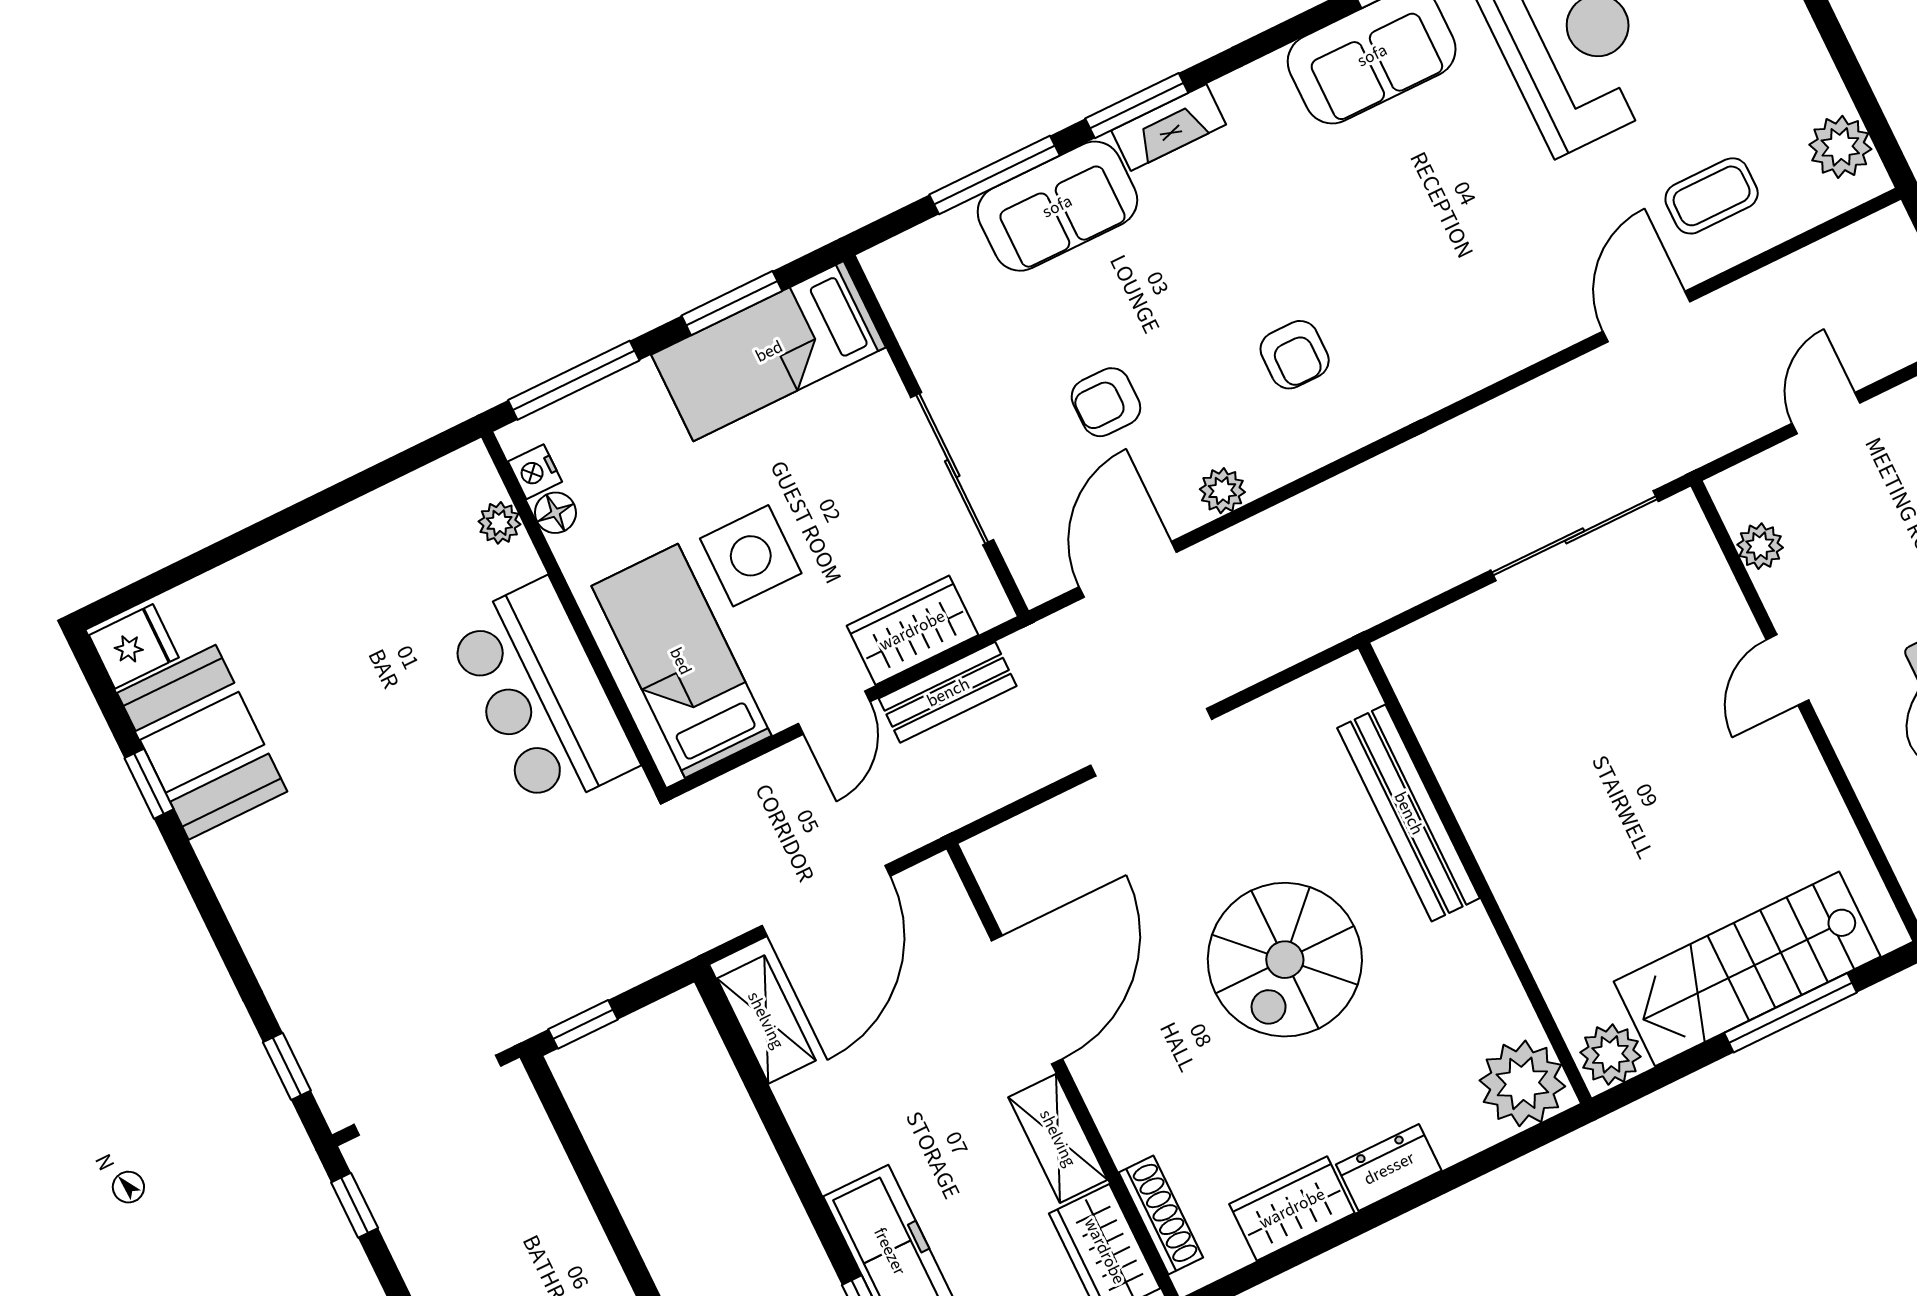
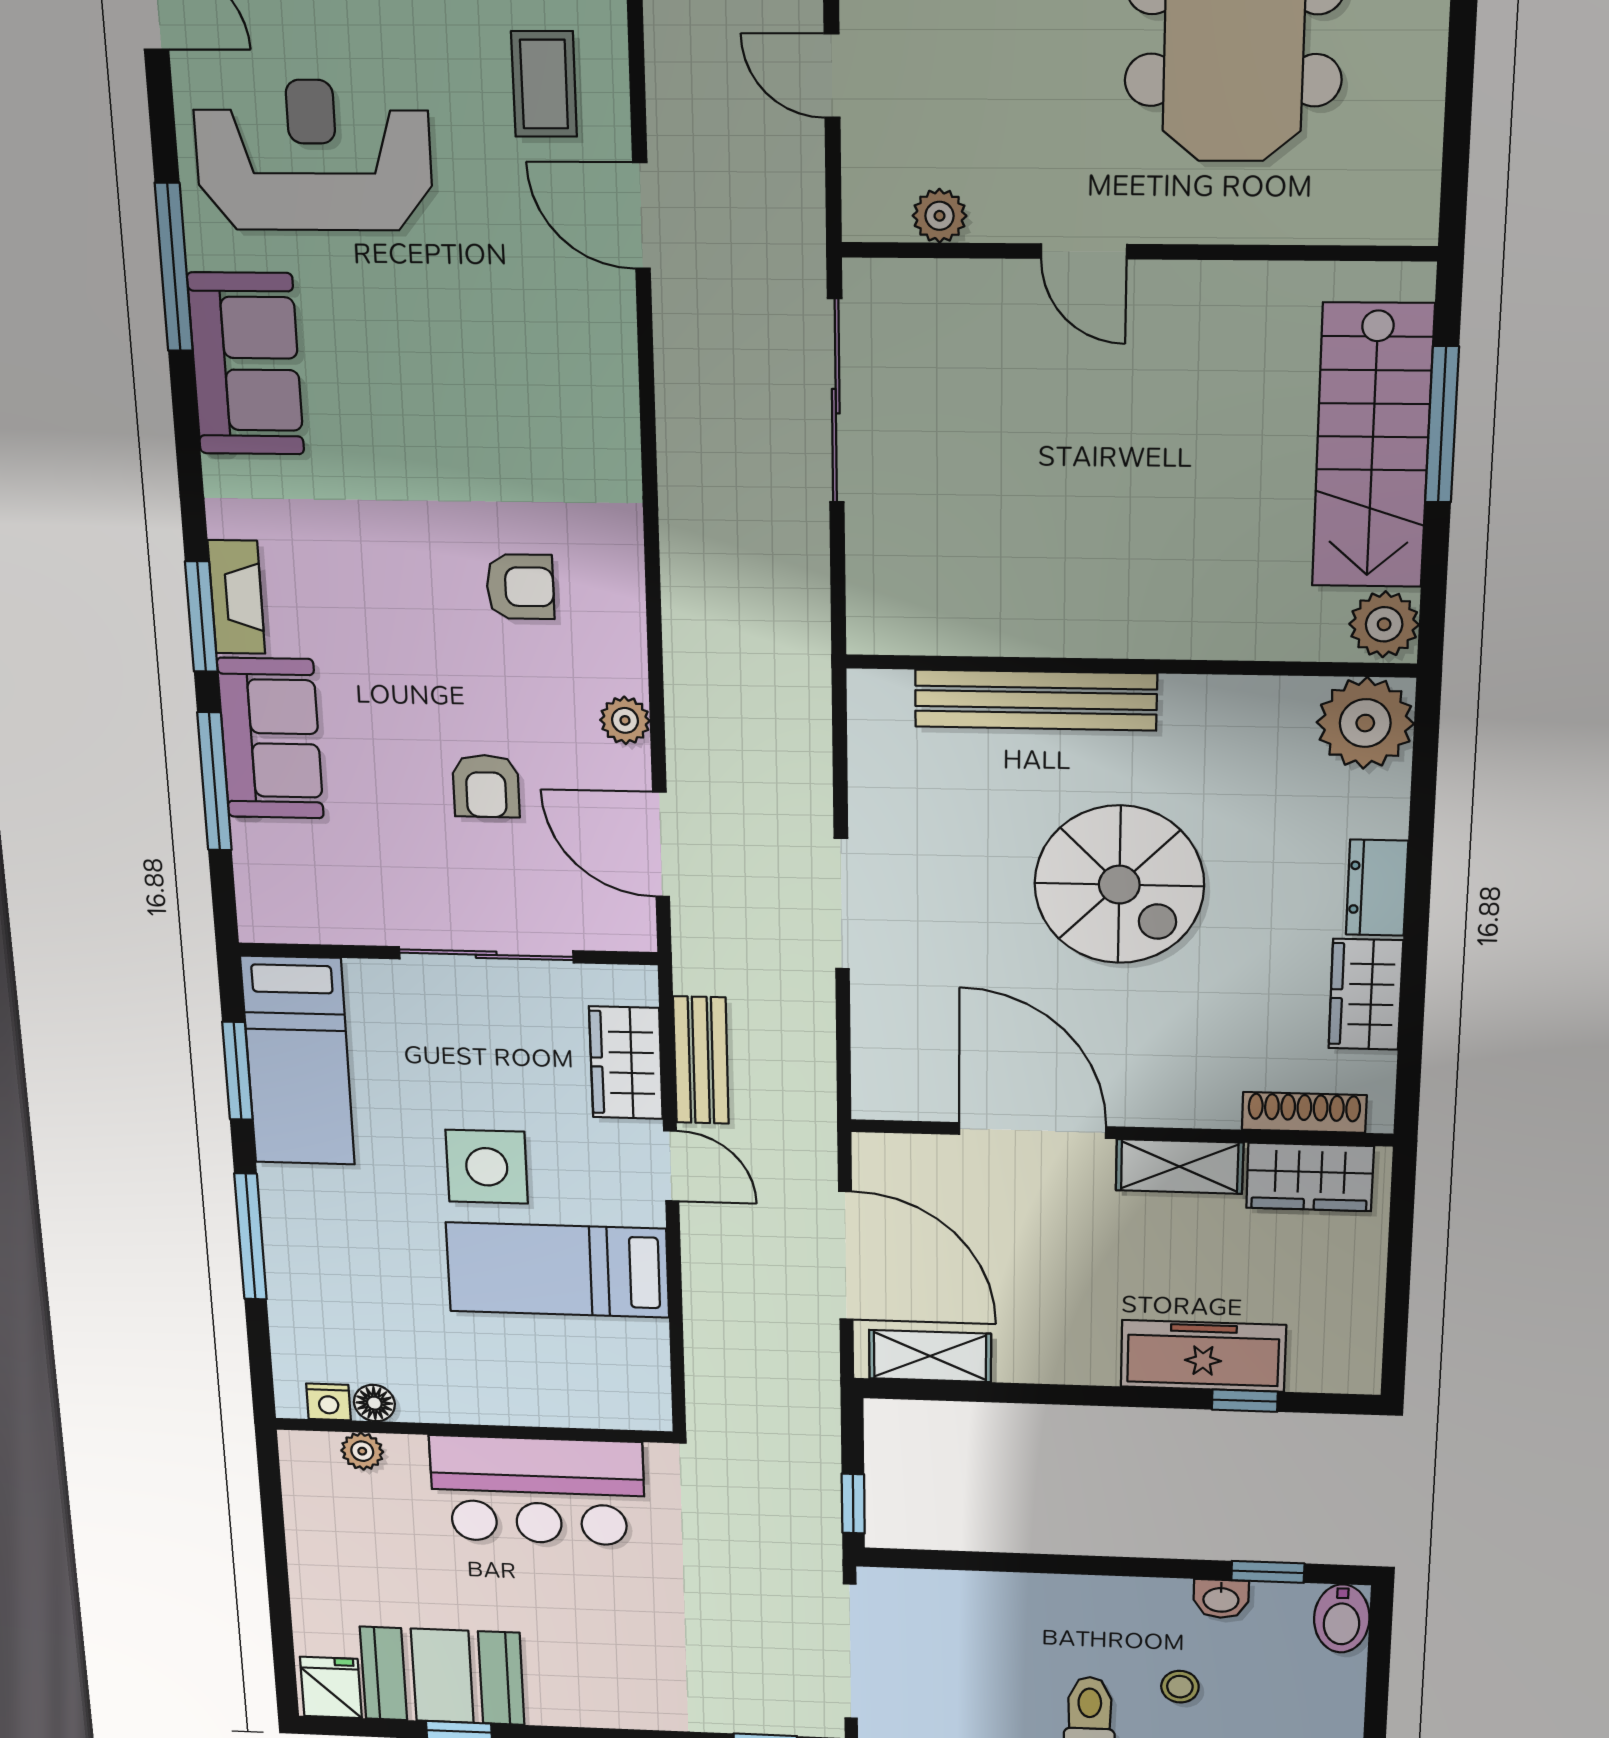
nightstand: (535, 472) -> (328, 1402), moved
floor lamp: (555, 513) -> (374, 1403), moved
plant: (499, 523) -> (362, 1451), moved
wall: (574, 612) -> (474, 1430), moved
bar counter: (542, 696) -> (538, 1491), moved

